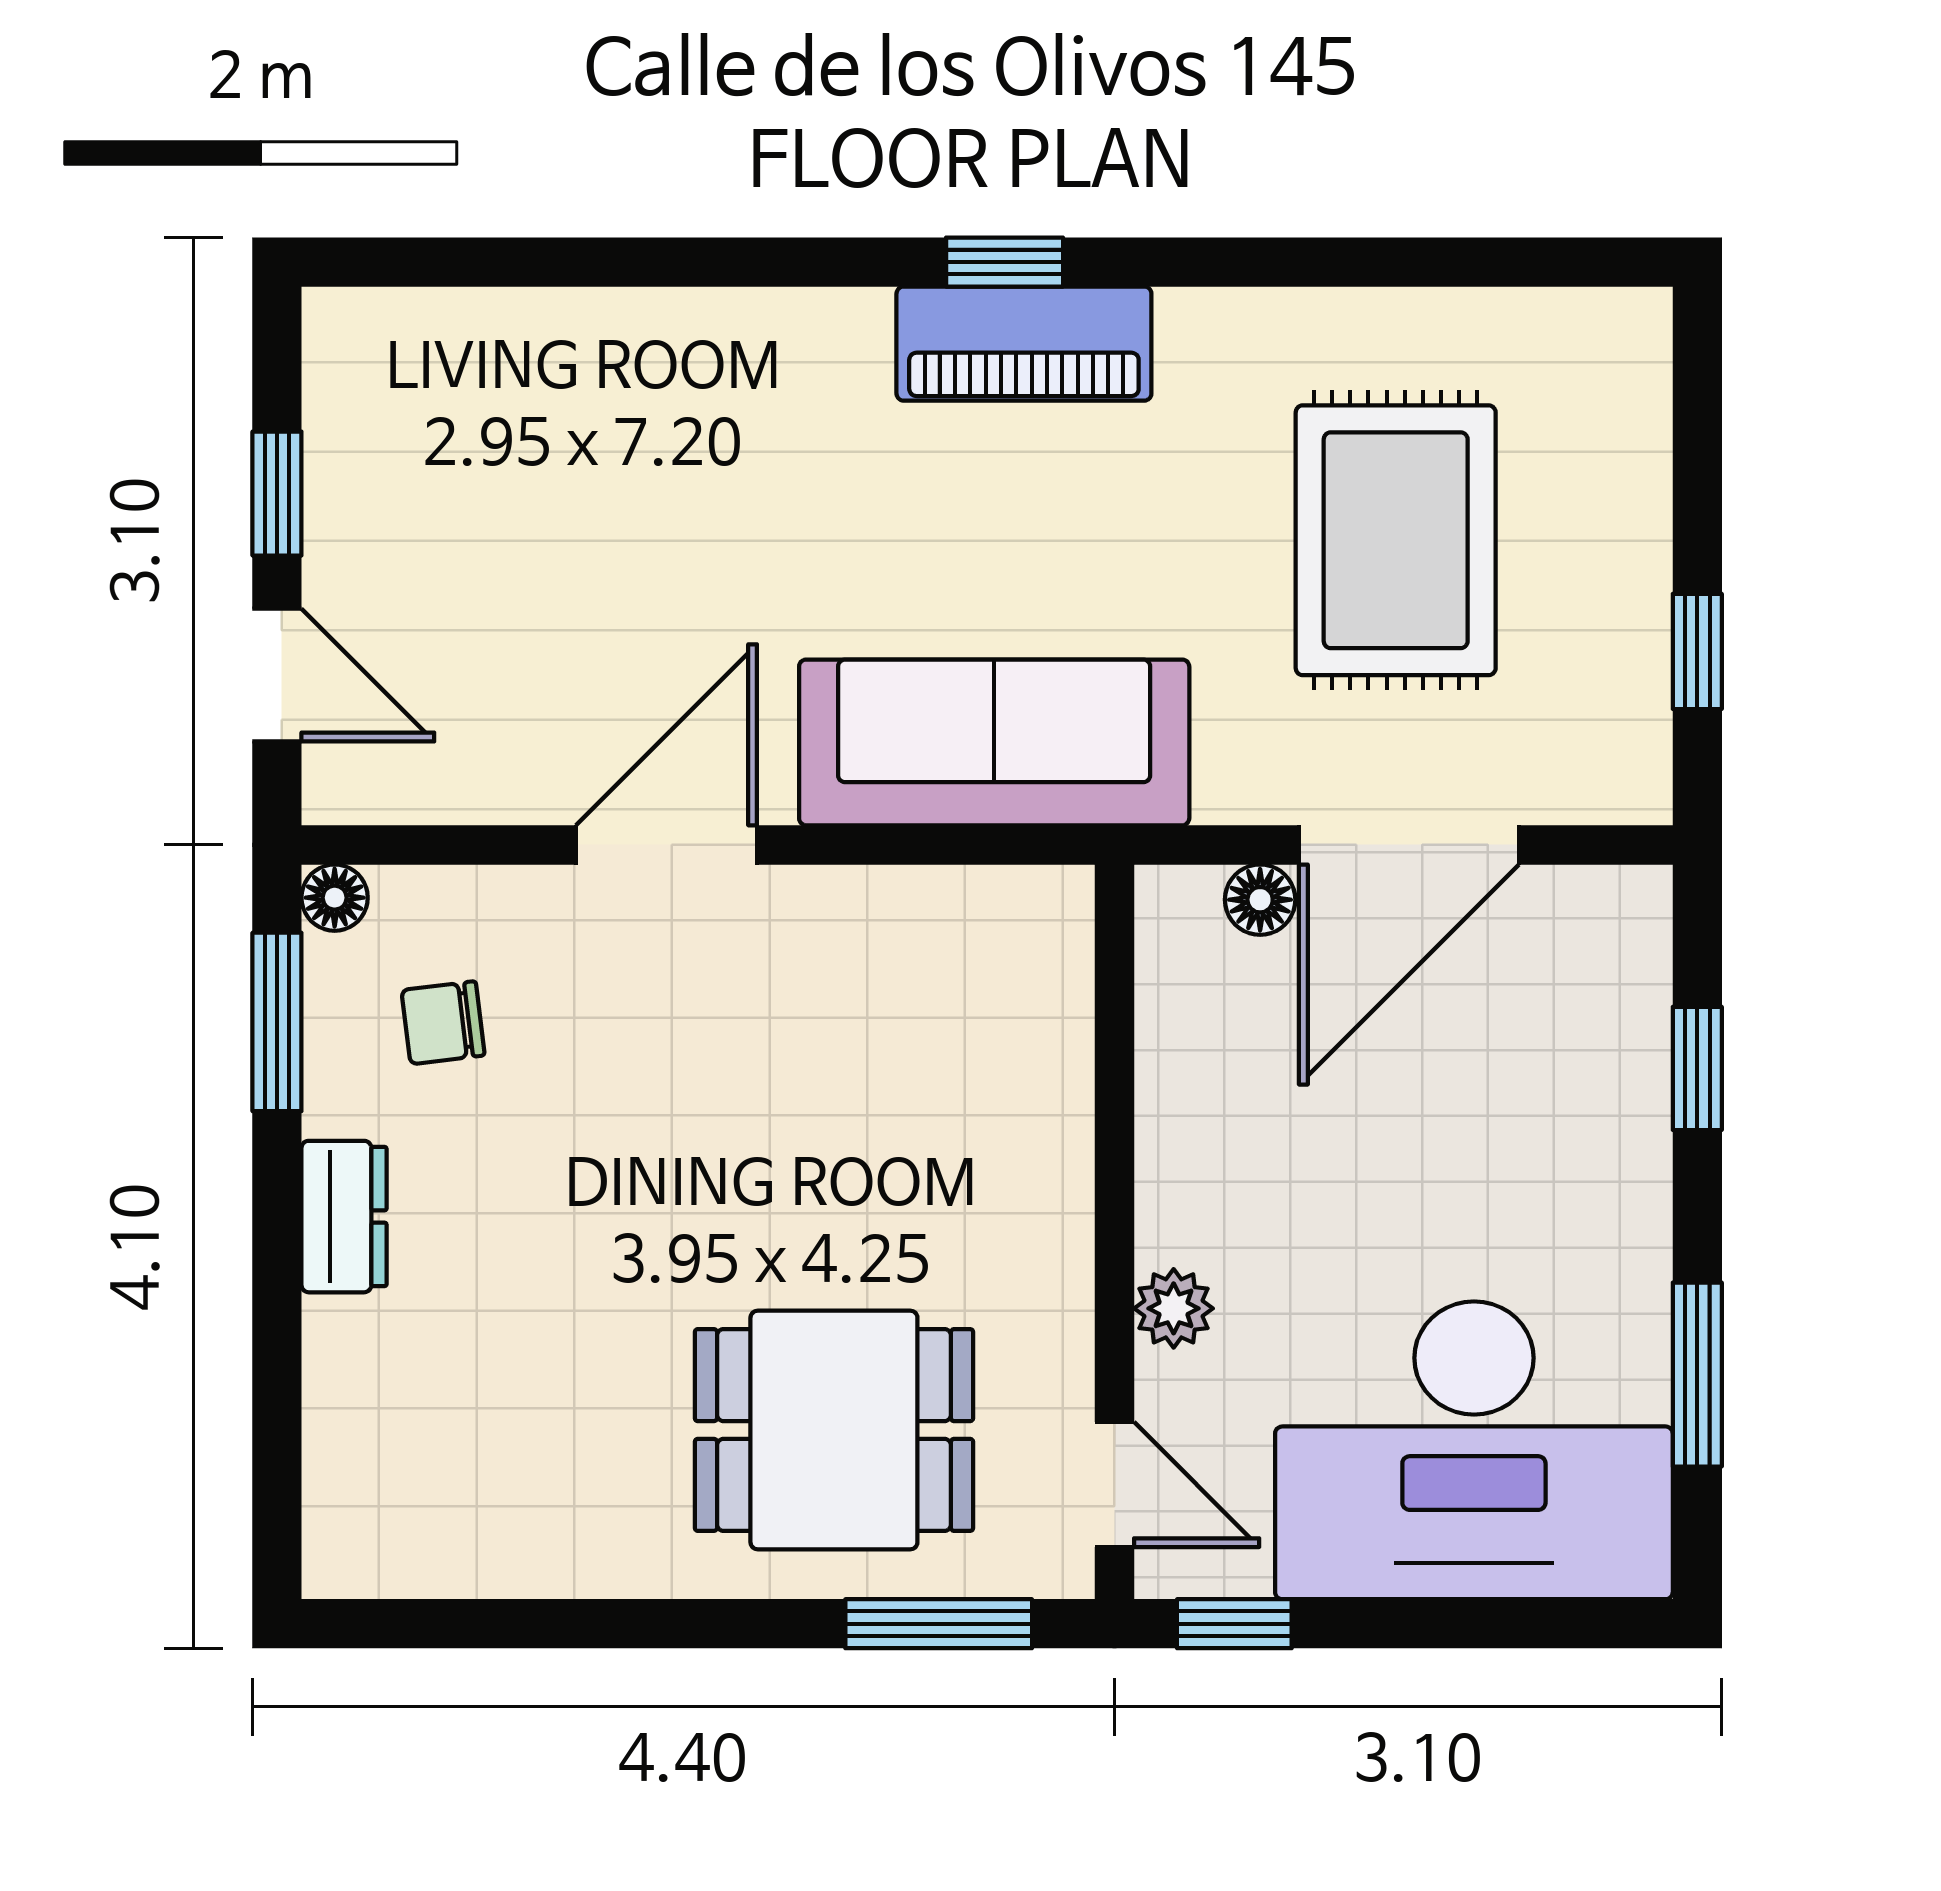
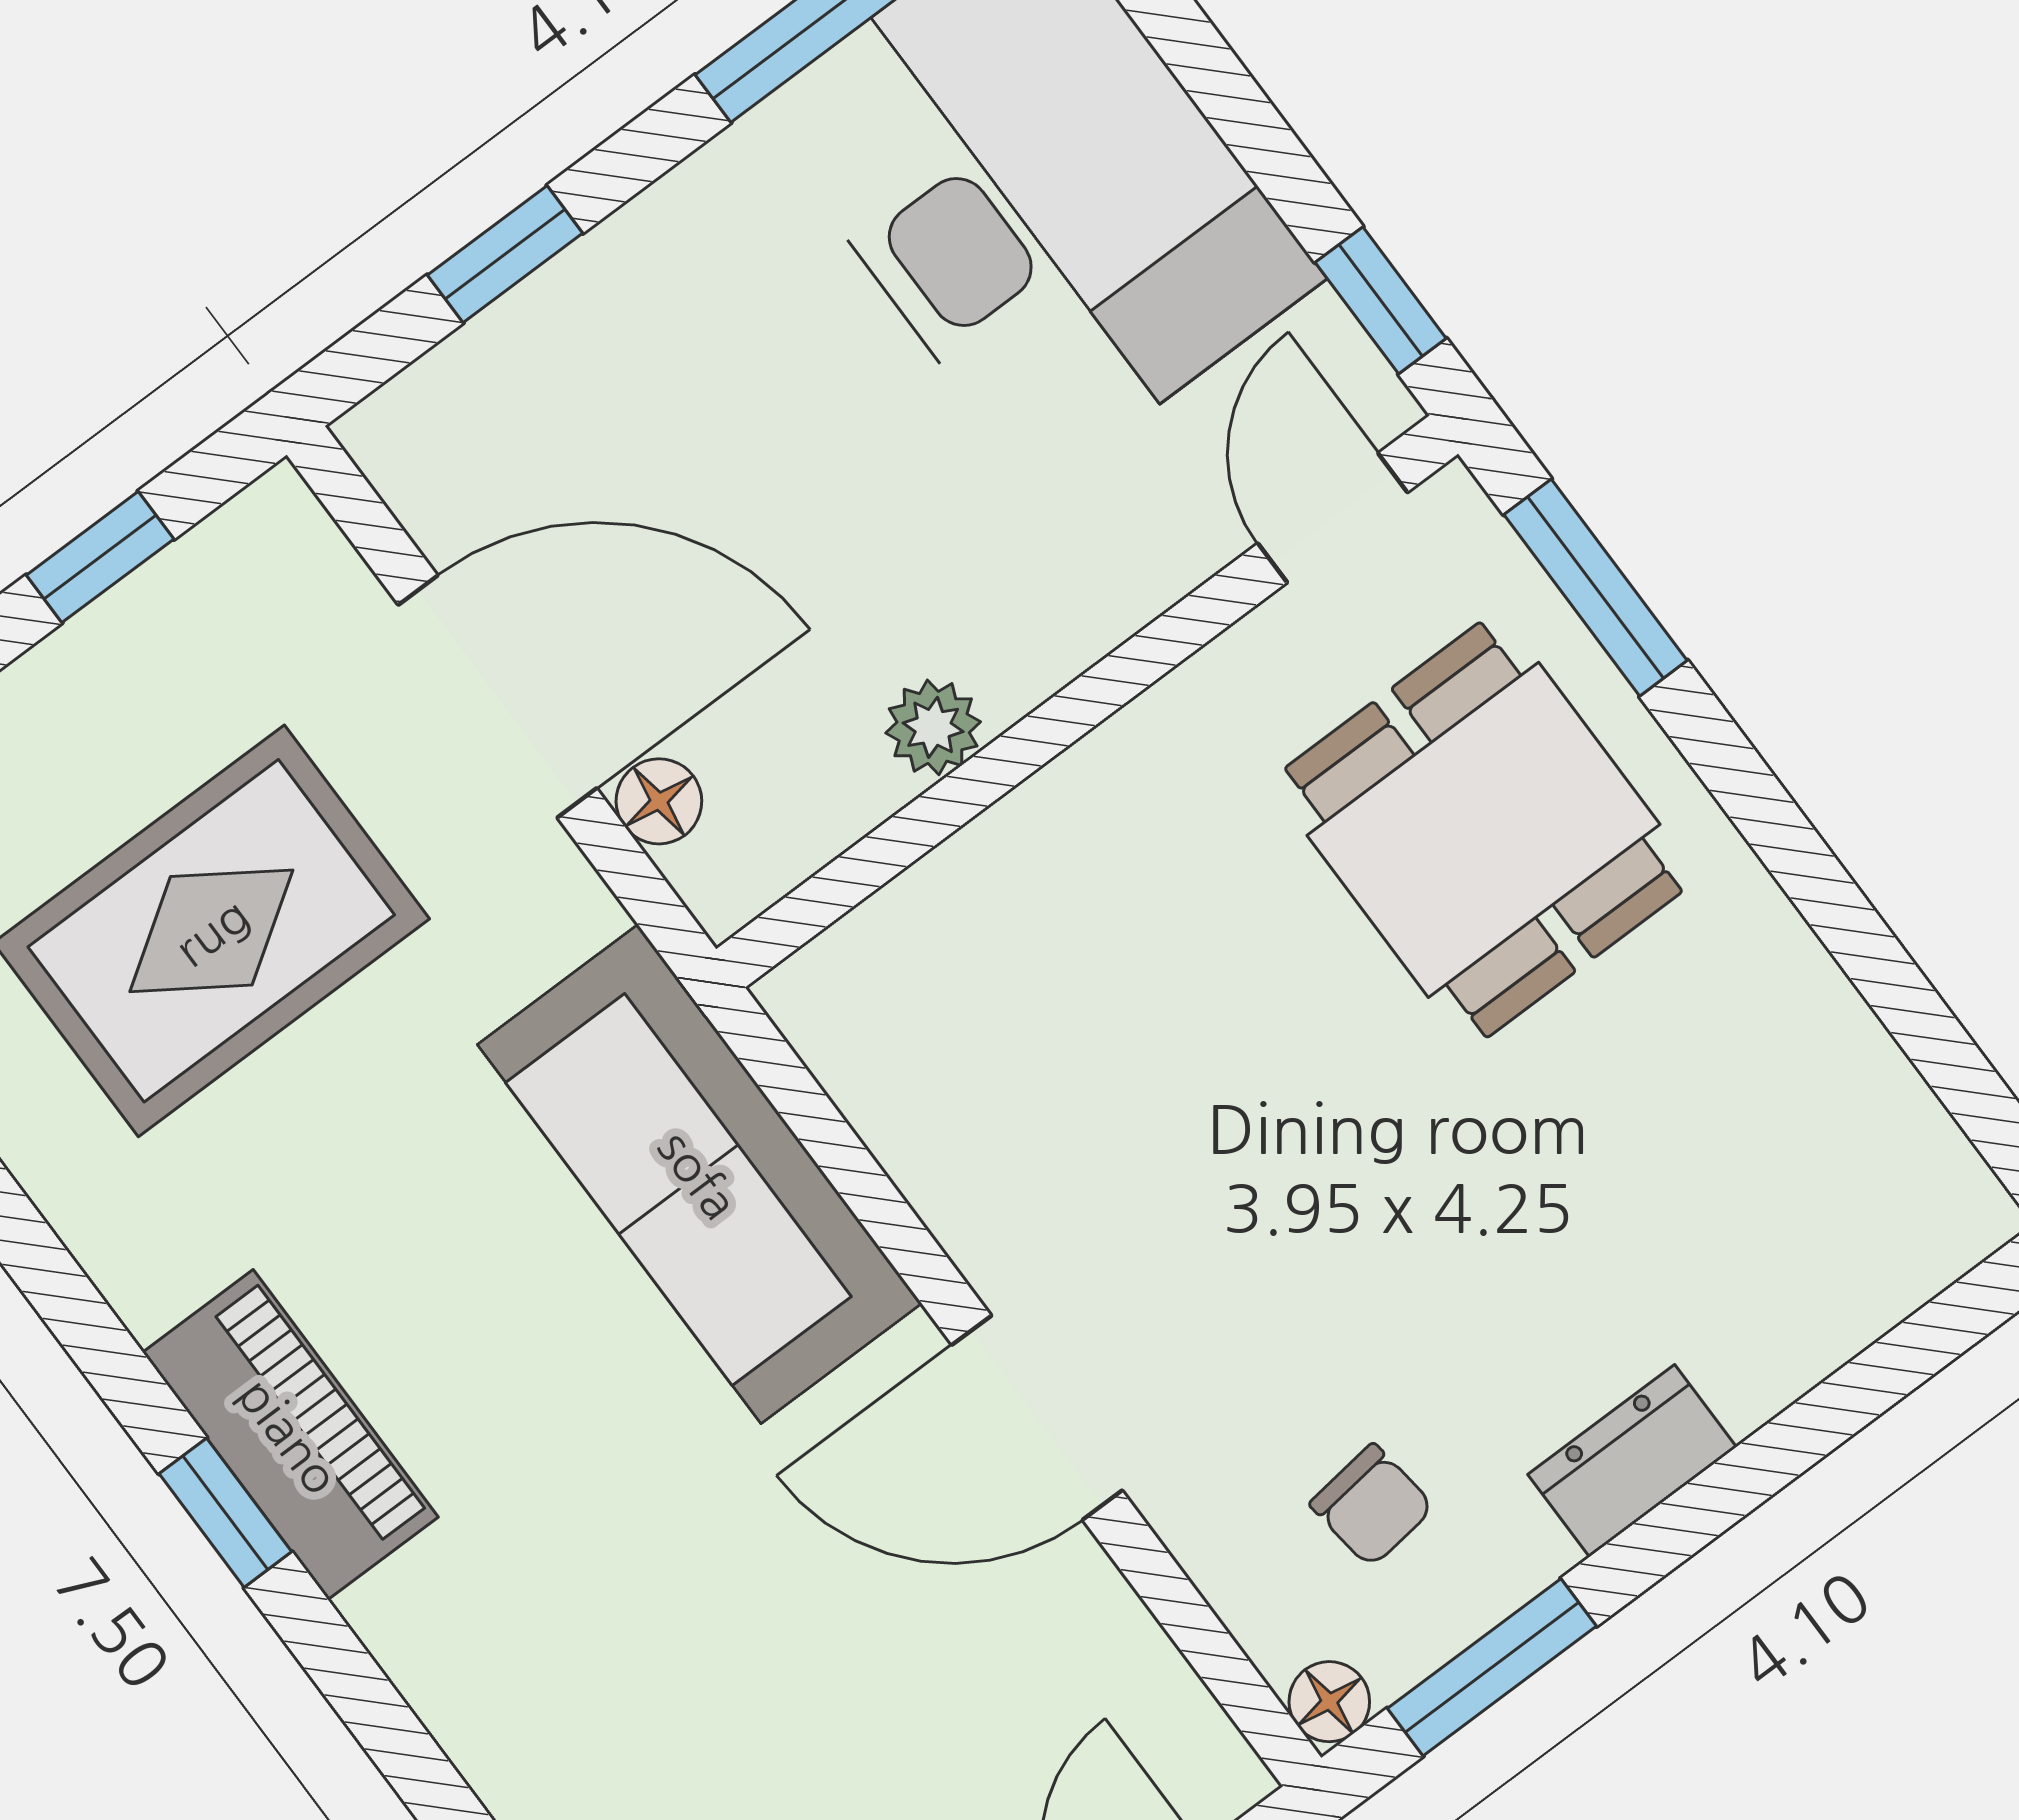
plant: (1174, 1308) -> (933, 727), moved

